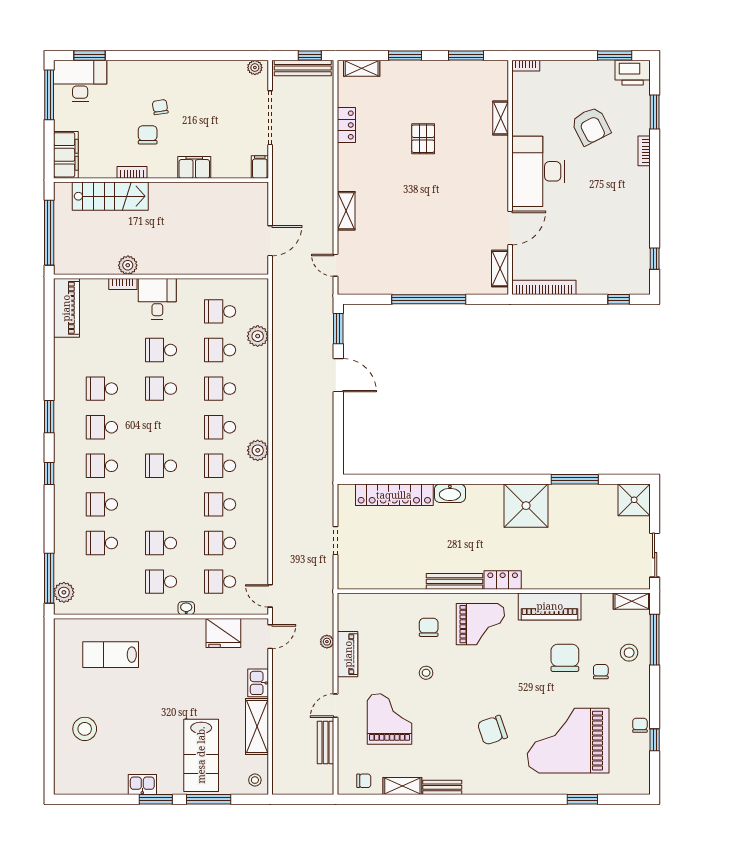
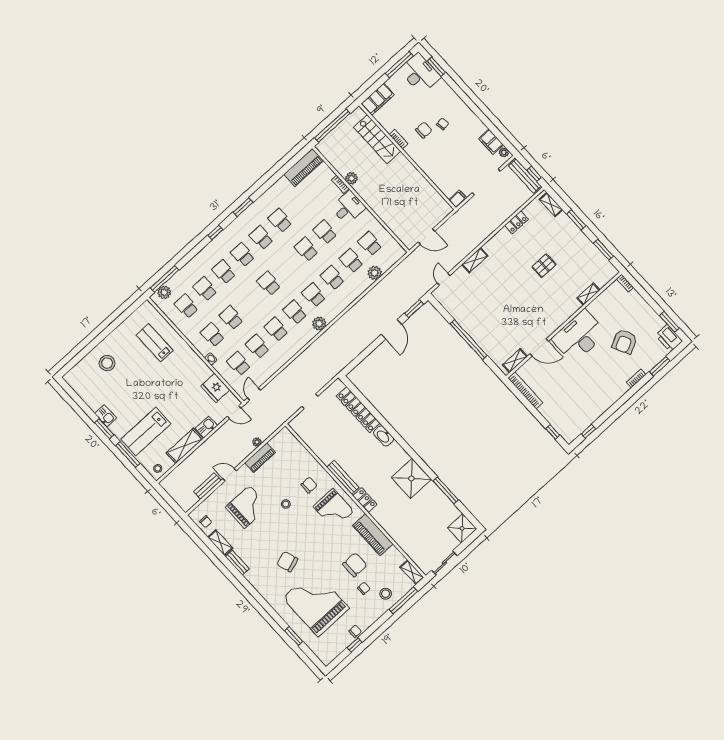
filing cabinet: (194, 167) -> (491, 142), moved, turned 180
school desk: (102, 582) -> (186, 306), added

